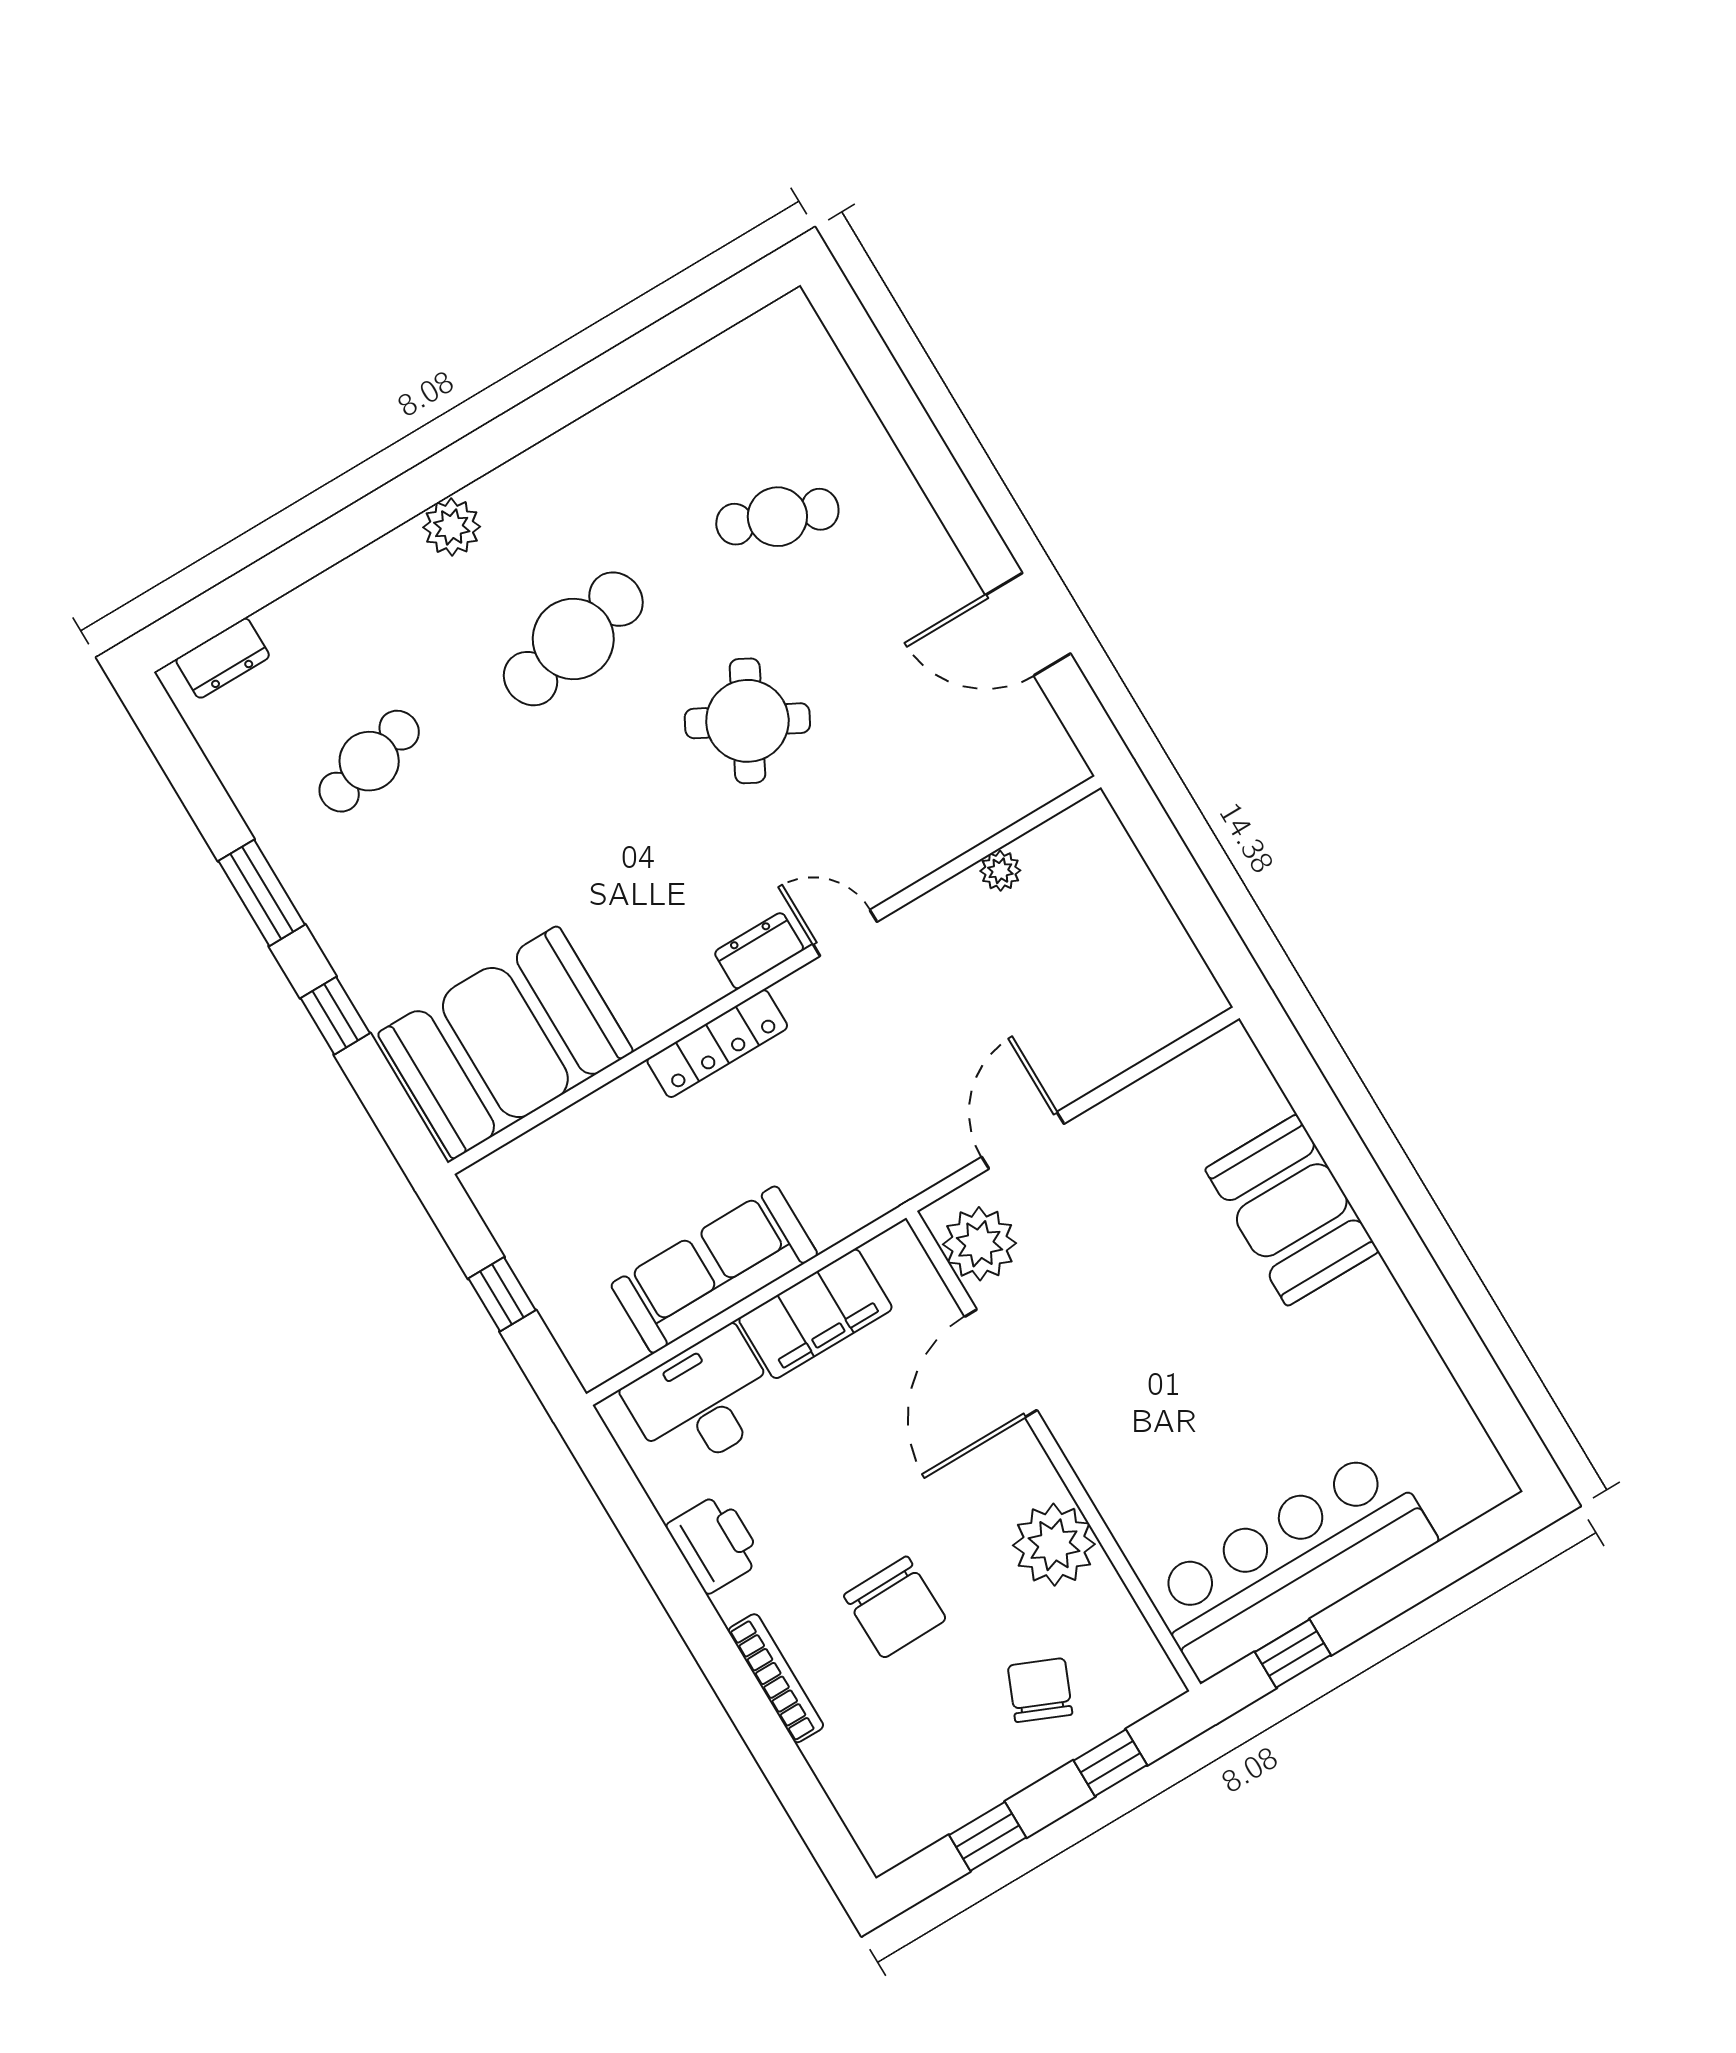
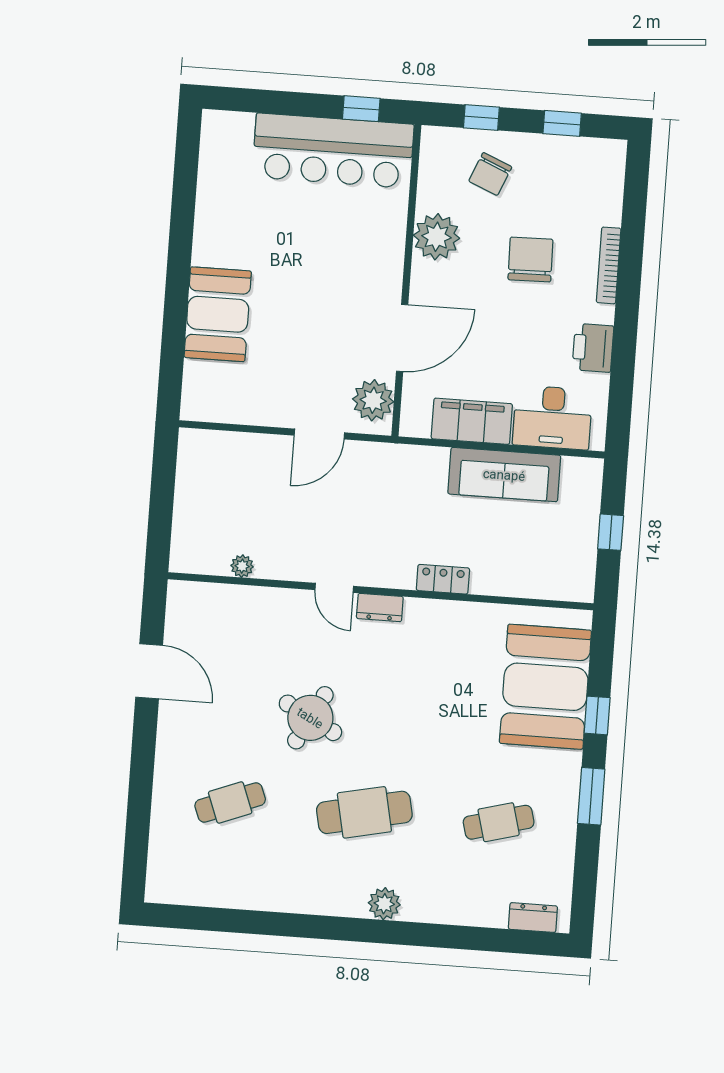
cafe table: (777, 517) -> (230, 802), turned -42
booth: (505, 1043) -> (545, 687), moved, turned 90
locker: (717, 1044) -> (443, 579), width x0.66

